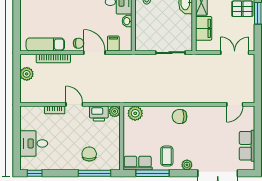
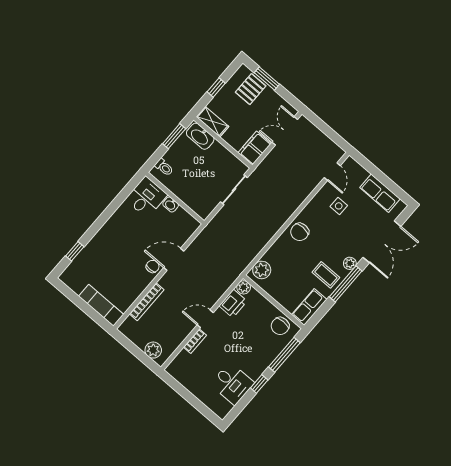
filing cabinet: (204, 28) -> (255, 148), moved, turned -90
exam couch: (45, 44) -> (101, 305), moved, turned 90
filing cabinet: (113, 44) -> (180, 235), removed
plant: (27, 74) -> (153, 350), moved
side table: (217, 127) -> (339, 206), added
desk: (34, 143) -> (232, 384), moved, turned -90
chair: (89, 154) -> (280, 326), moved, turned -90
window: (35, 173) -> (259, 384), moved
window: (152, 173) -> (346, 284), moved

